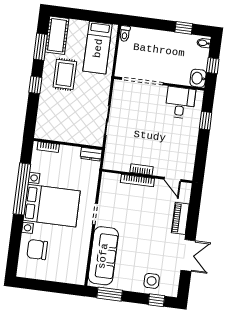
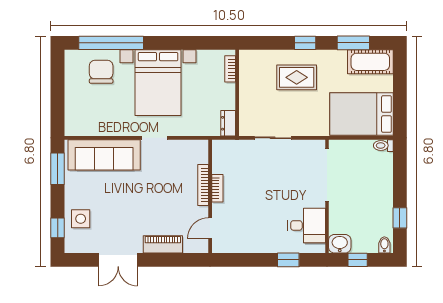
bed: (98, 48) -> (362, 114), width x1.50
rug: (65, 74) -> (297, 77), moved
window: (22, 189) -> (111, 43), moved

